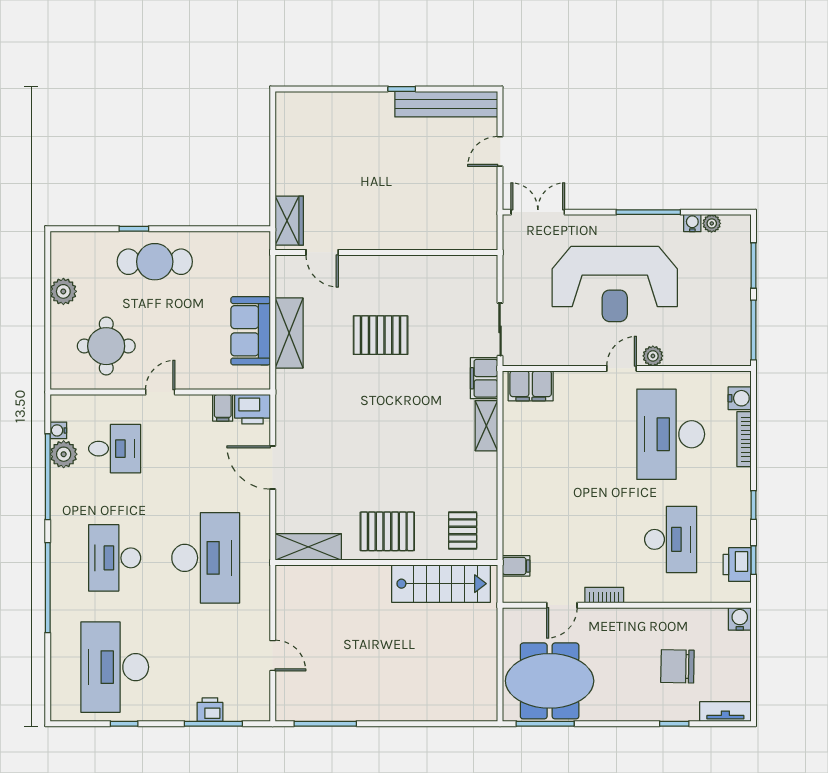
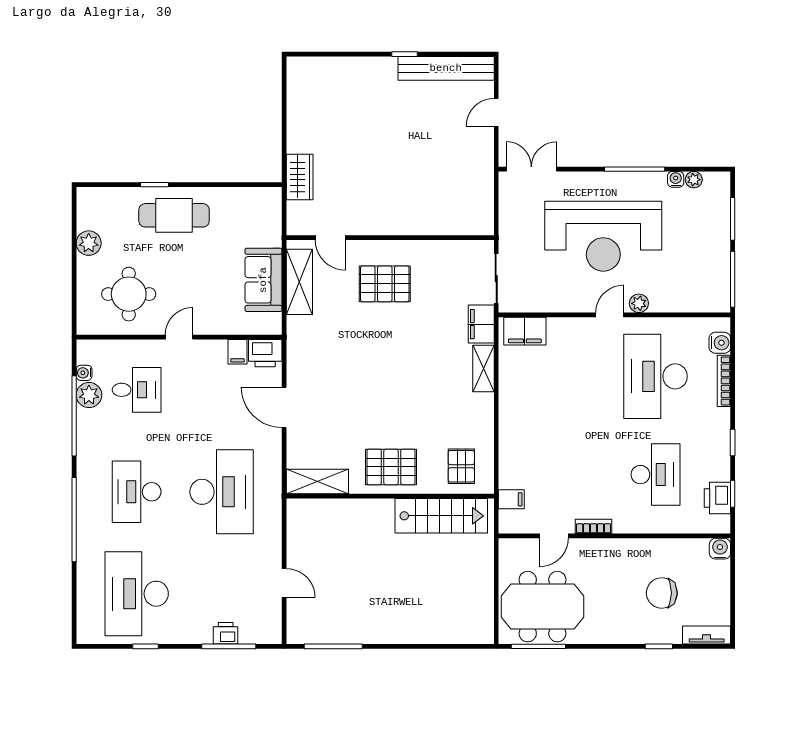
door: (322, 252) -> (330, 238), moved
wall: (386, 252) -> (390, 238), moved

